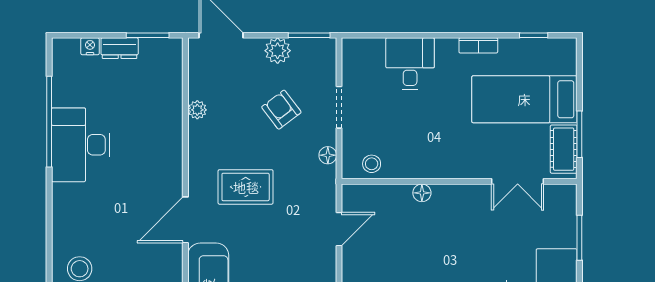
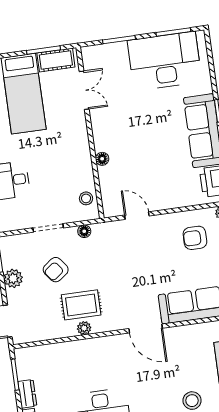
plant: (197, 110) -> (84, 328), moved
rug: (246, 187) -> (81, 305), moved, turned 90

